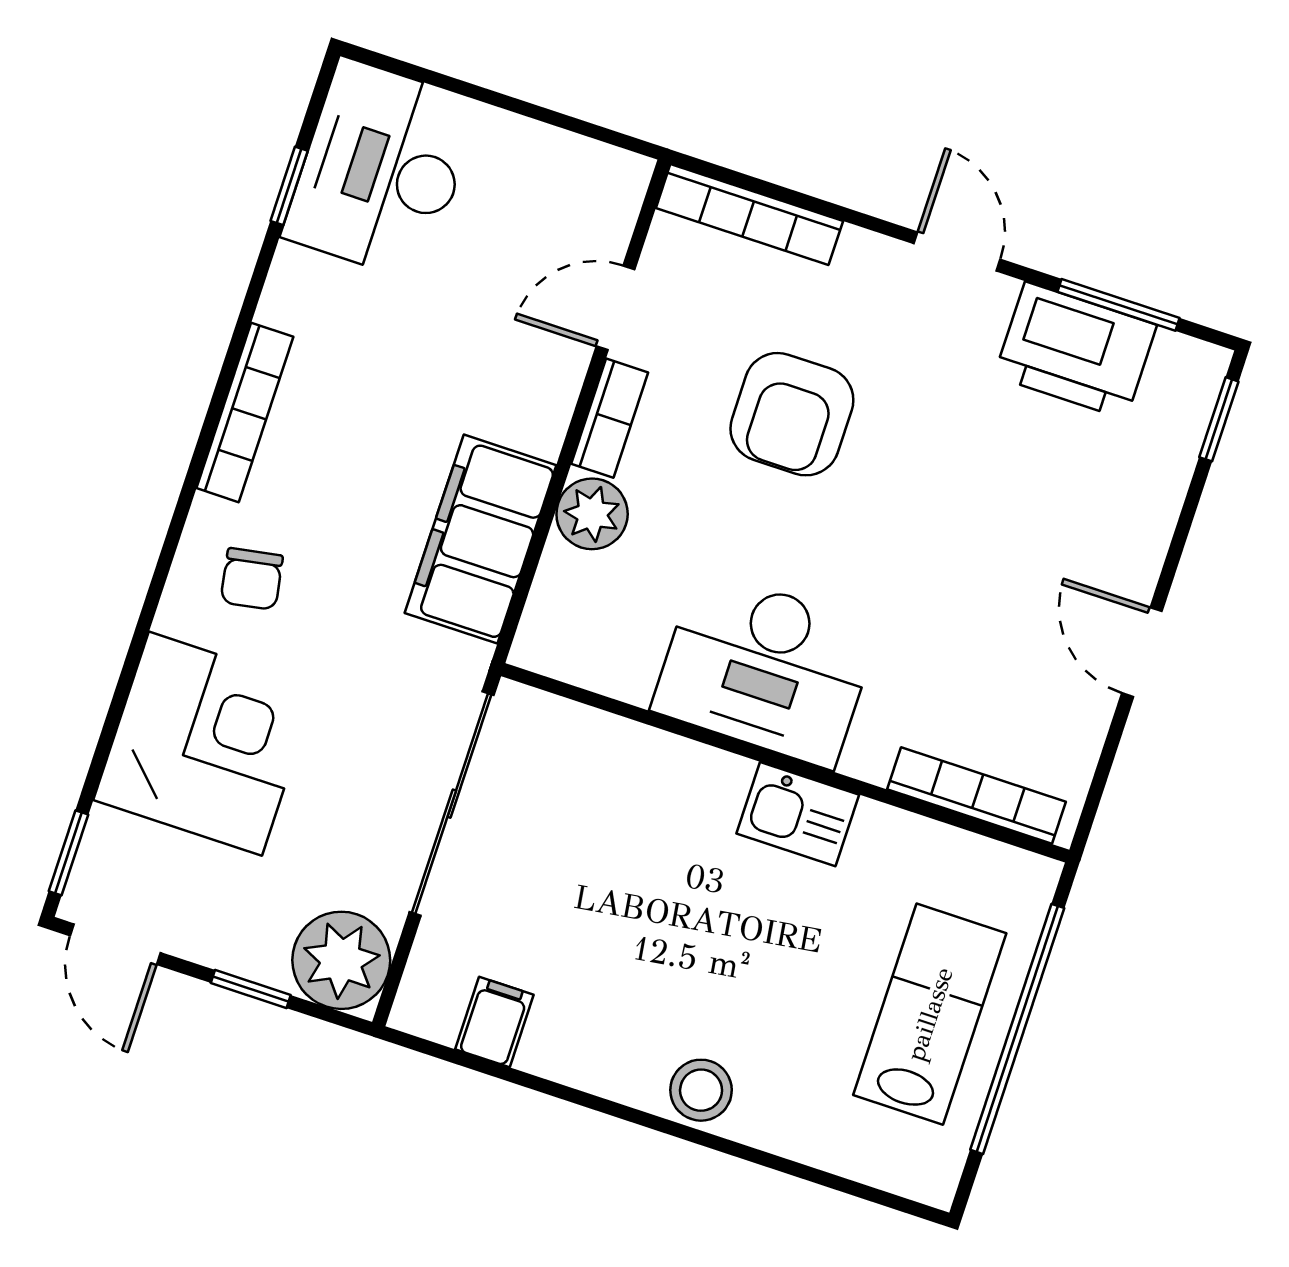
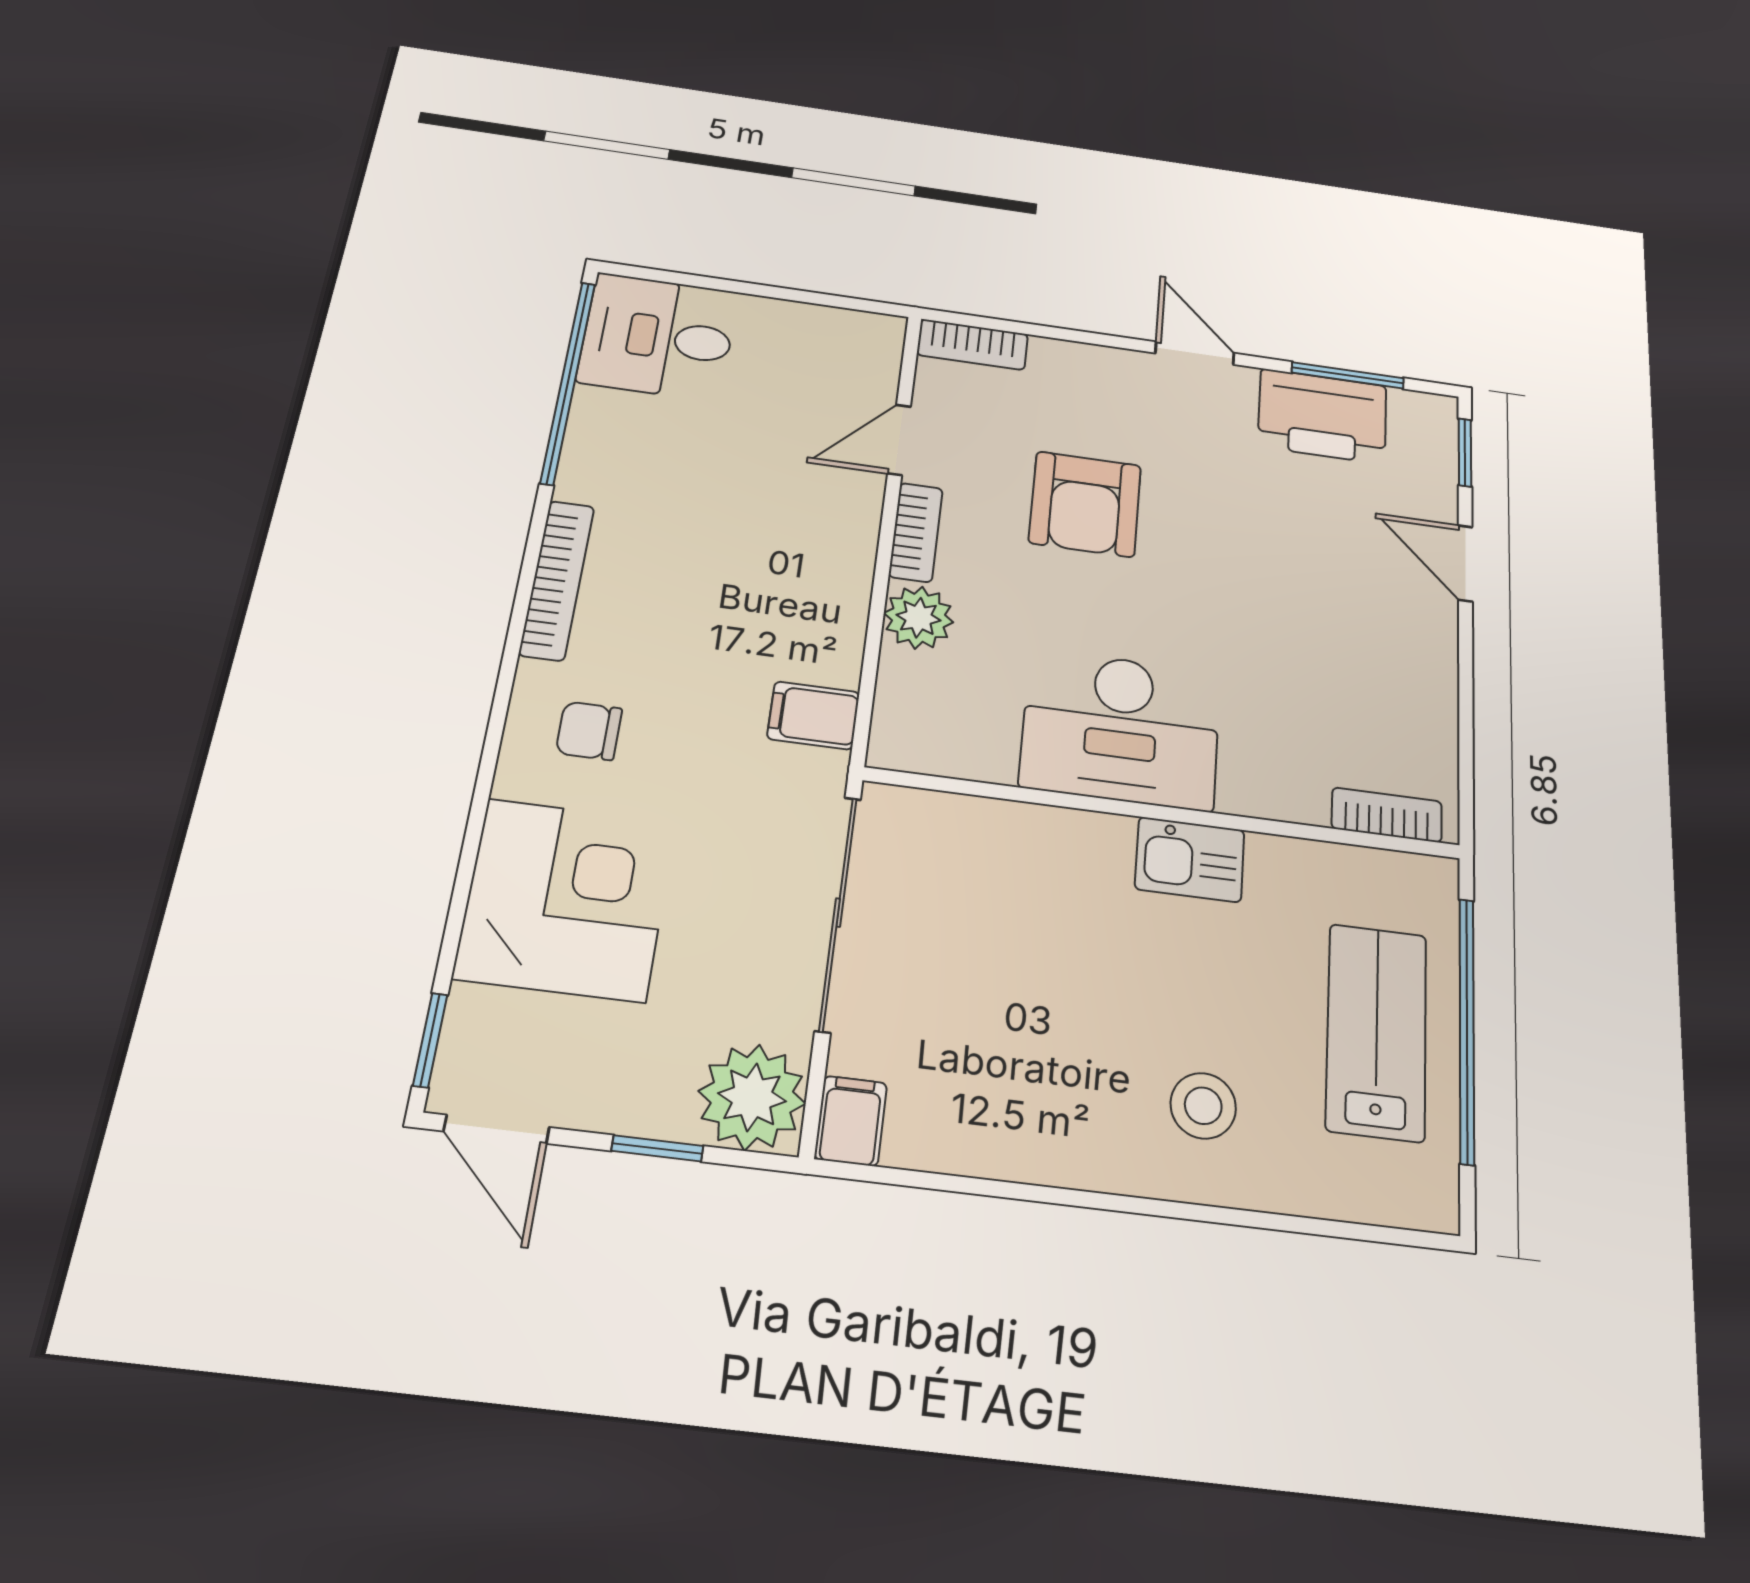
desk: (381, 170) -> (658, 337), width x0.73
window: (289, 186) -> (568, 382), width x3.17
bookcase: (749, 215) -> (973, 345), width x0.64
filing cabinet: (481, 539) -> (813, 715), width x0.33, depth x0.86
chair: (252, 579) -> (589, 731), turned 100
door: (1142, 652) -> (1465, 563), moved
bookcase: (976, 796) -> (1387, 815), width x0.64
filing cabinet: (494, 1022) -> (851, 1121), moved
stool: (701, 1090) -> (1203, 1106), moved

